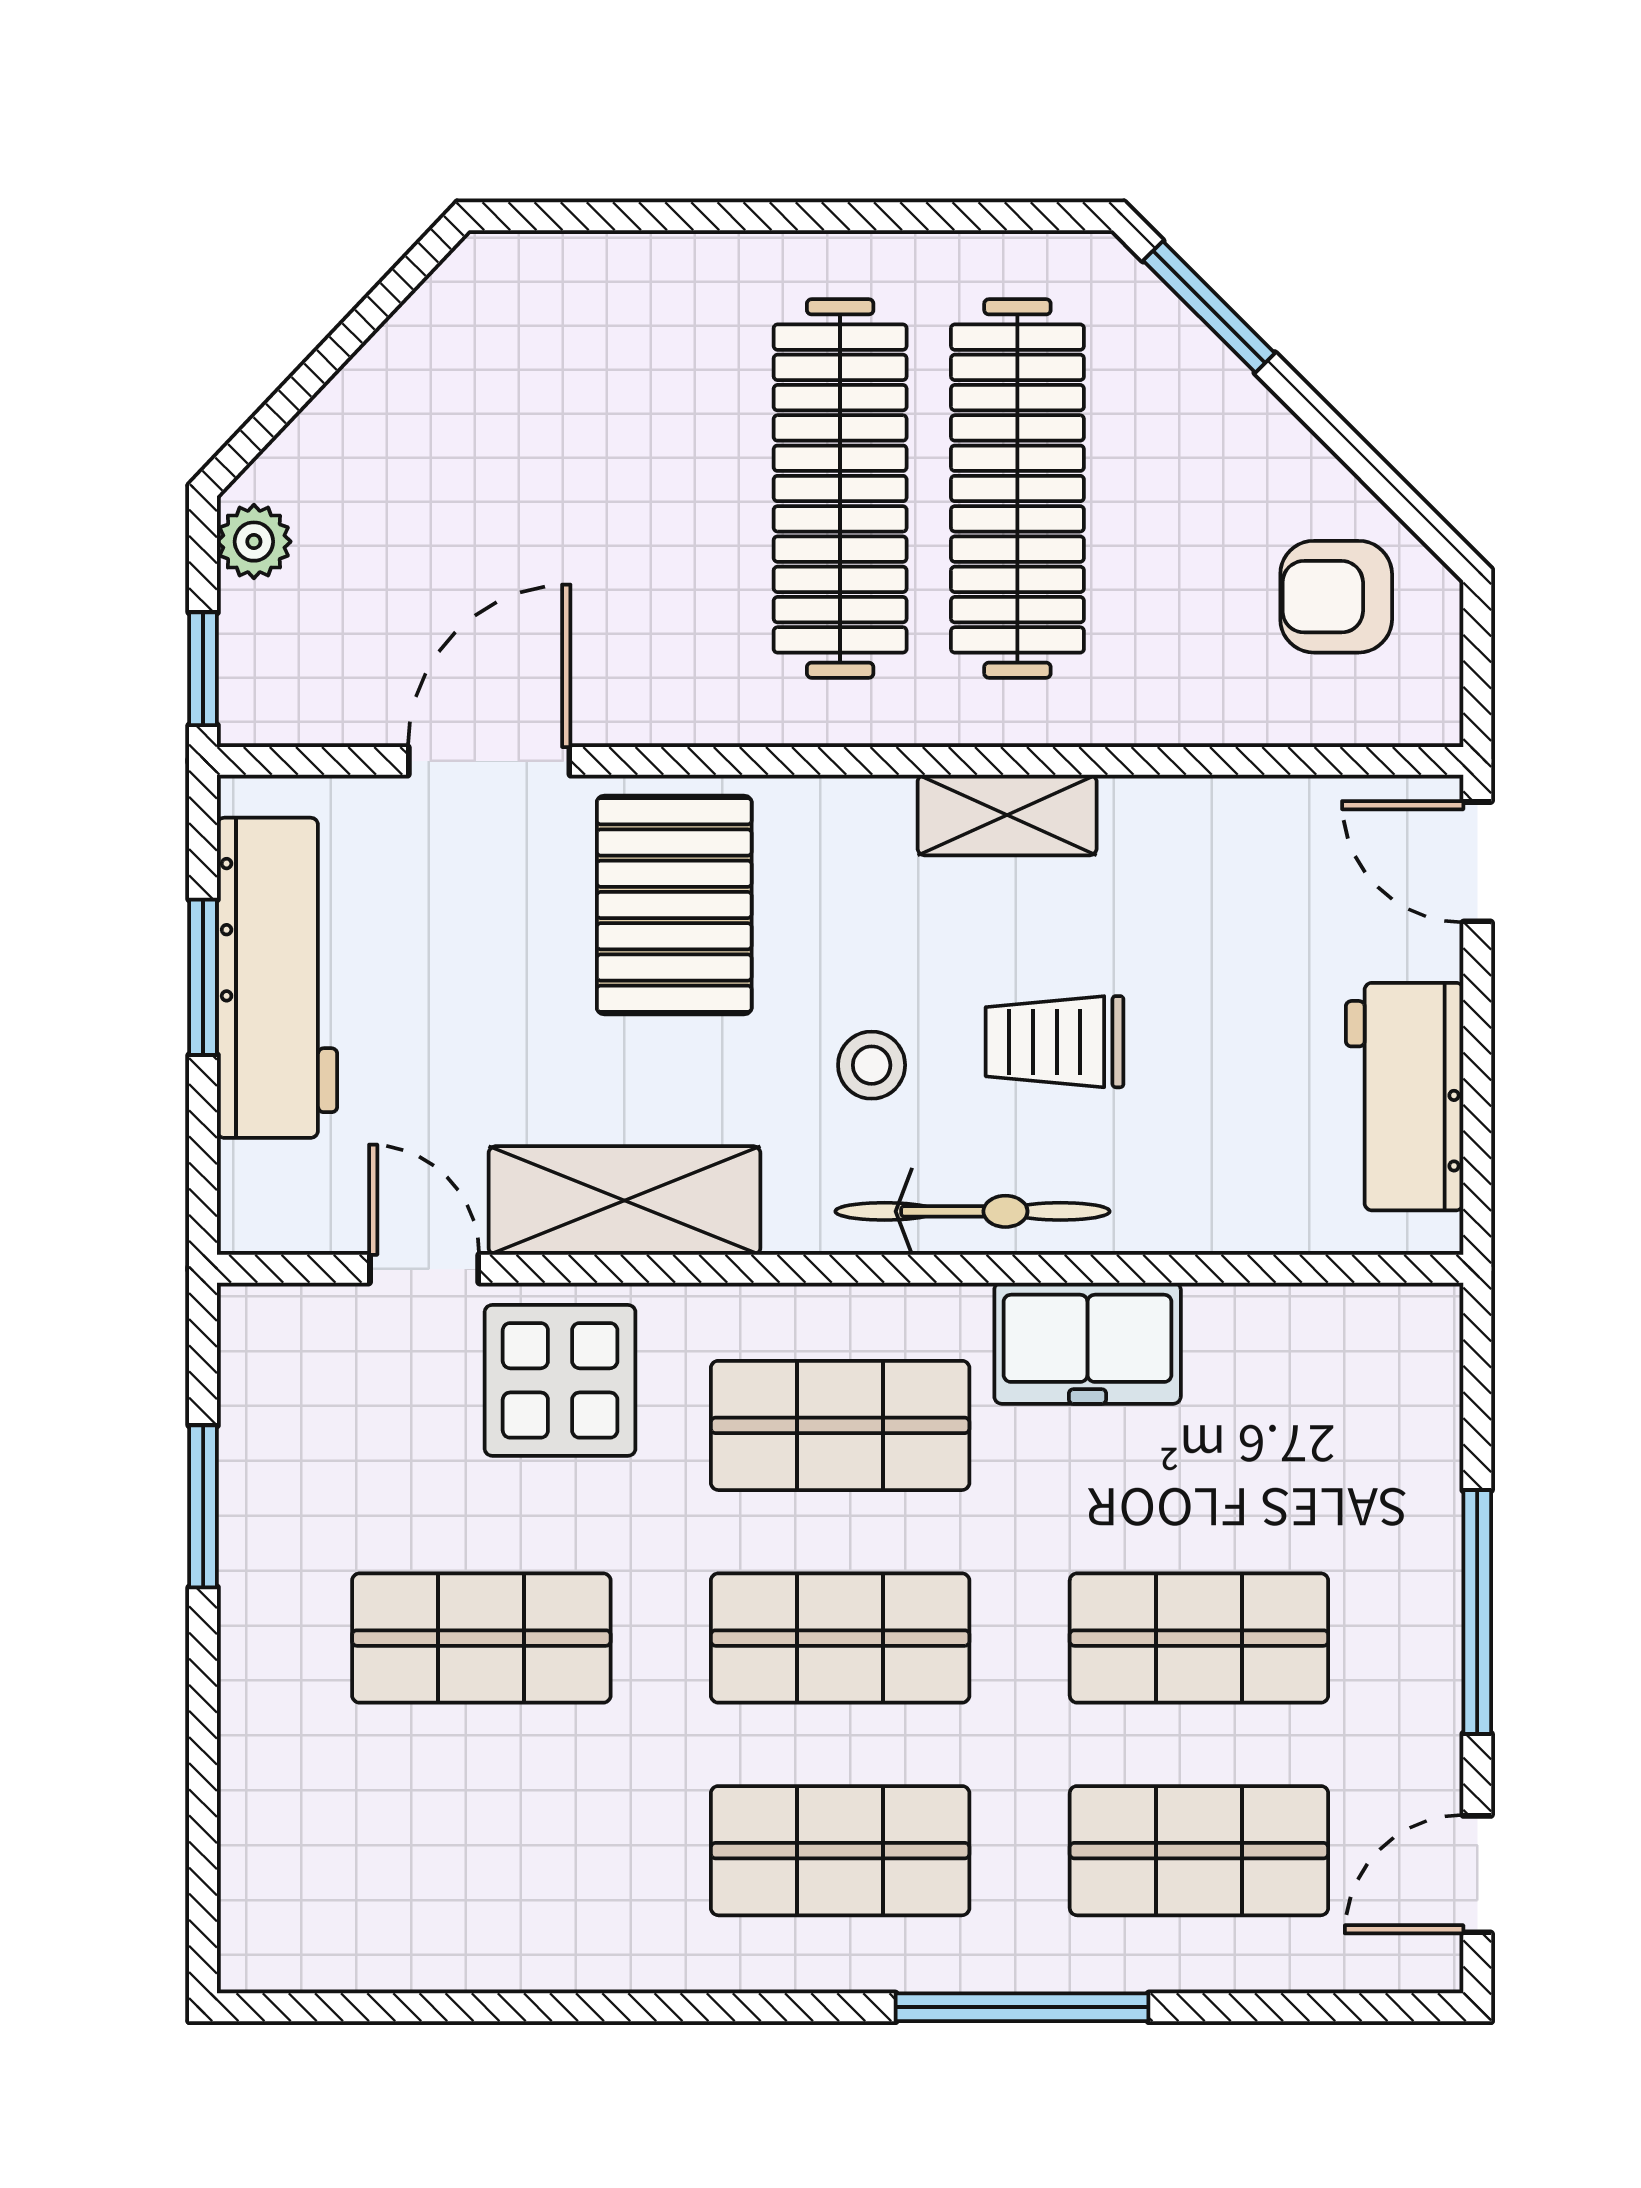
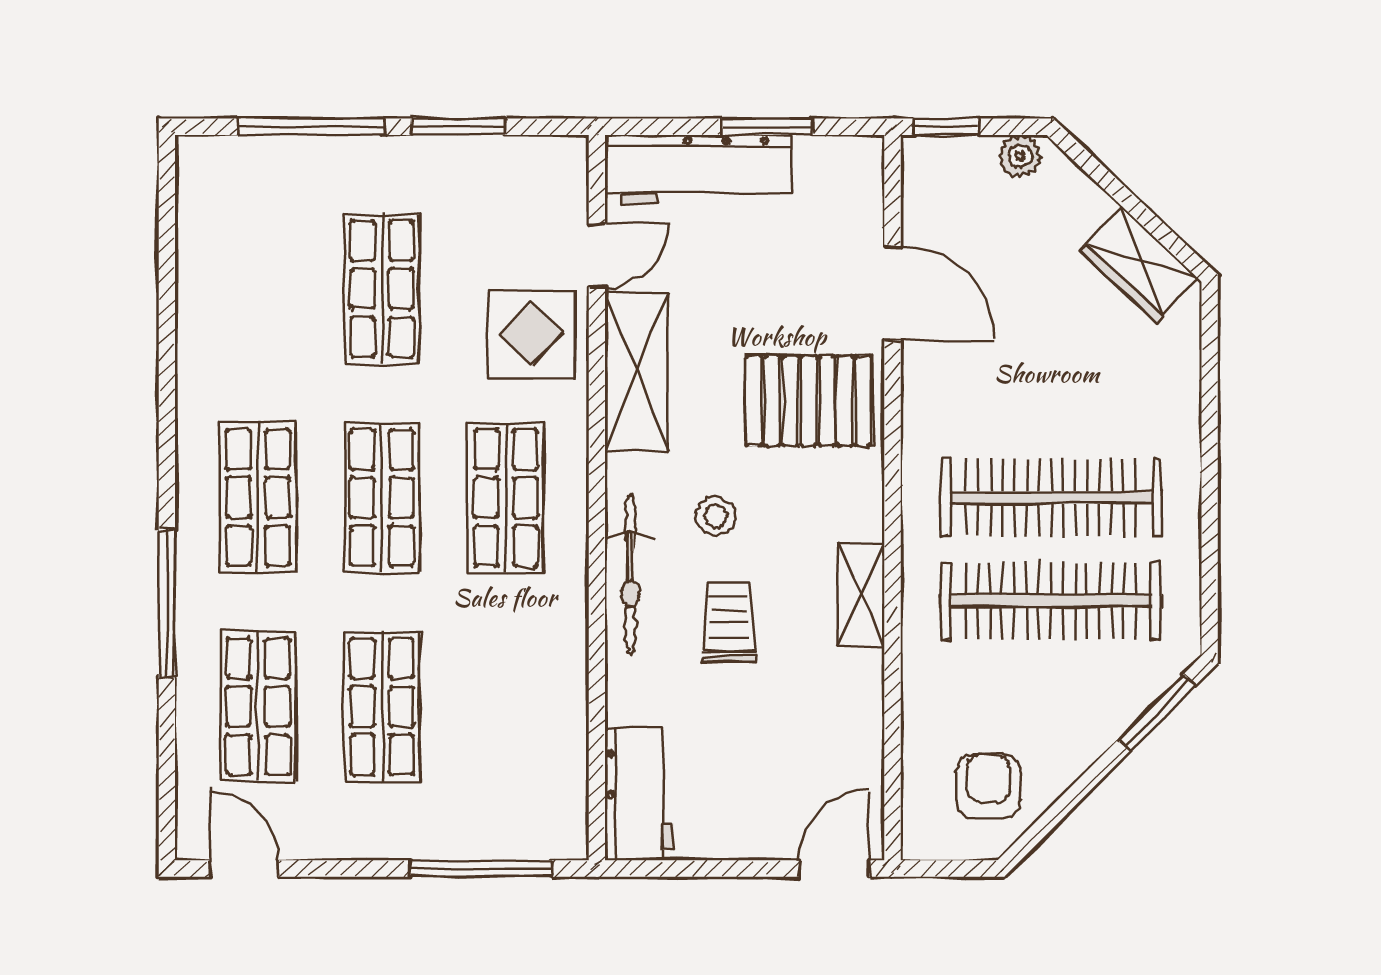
wardrobe: (439, 337) -> (1139, 264), added
workbench: (277, 978) -> (698, 170), moved
workbench: (1405, 1097) -> (639, 794), moved, turned 90
freezer: (1088, 1343) -> (554, 642), removed
window: (1477, 1612) -> (481, 868), moved
window: (203, 1760) -> (311, 127), added

